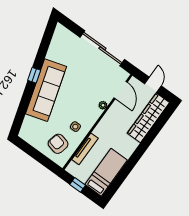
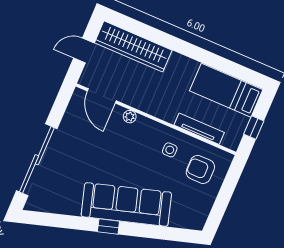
sliding door: (102, 48) -> (37, 160), moved
door: (121, 90) -> (102, 96), swing flipped
armchair: (58, 144) -> (200, 169), turned 77

